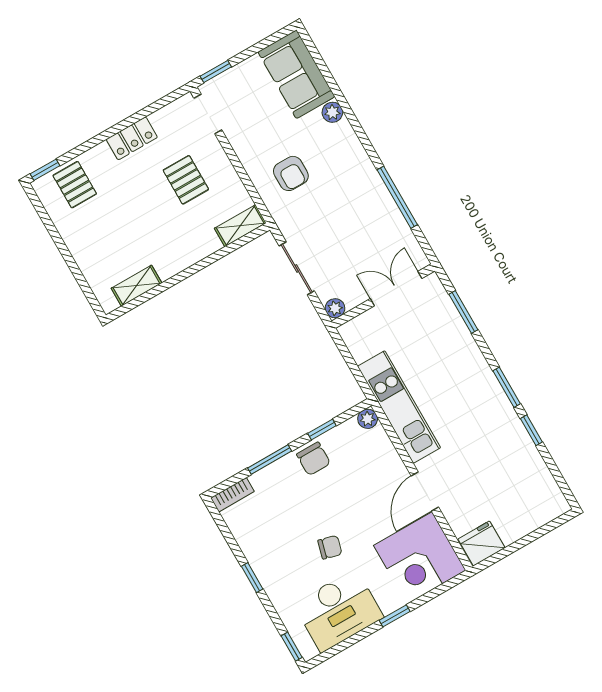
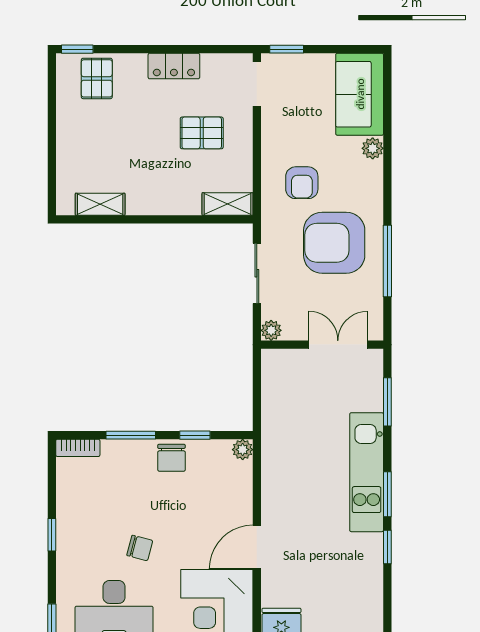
pallet: (186, 180) -> (202, 133), turned 90
armchair: (345, 207) -> (334, 243), added
kitchen unit: (399, 407) -> (367, 472), moved, turned 180

